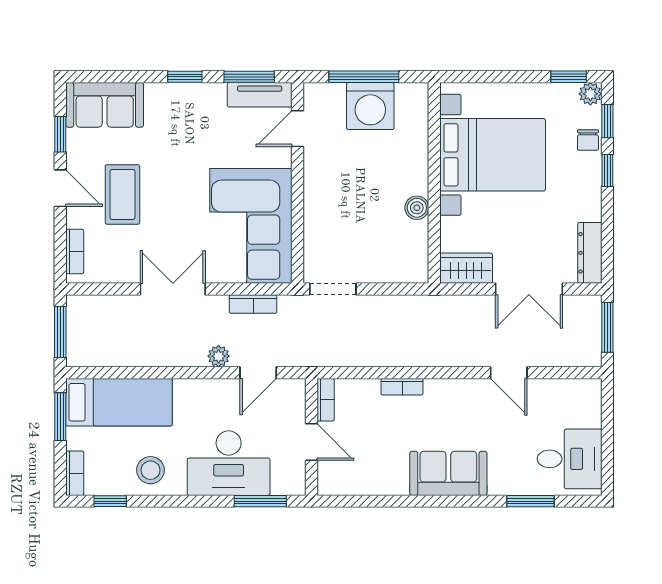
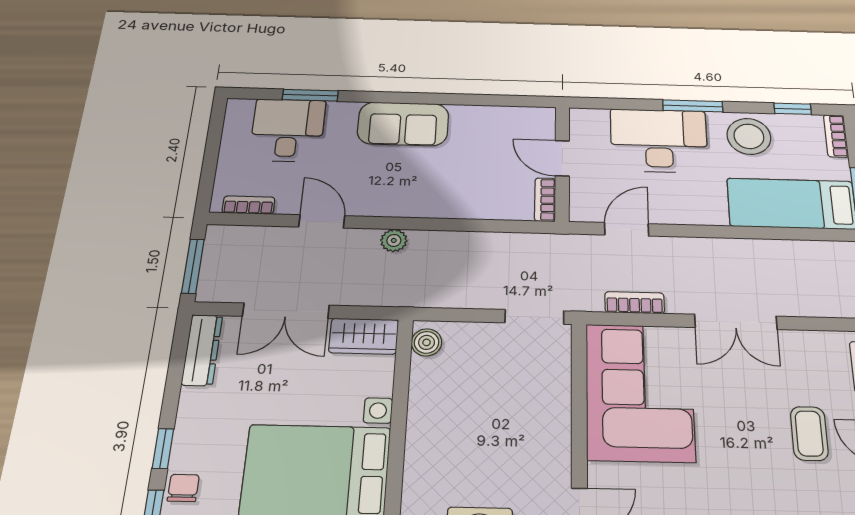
coffee table: (122, 194) -> (809, 433), width x0.73, depth x0.77
boiler: (417, 208) -> (427, 342), moved
double door: (529, 289) -> (286, 311), swing flipped
plant: (219, 356) -> (394, 240), moved
bookcase: (402, 387) -> (249, 205), moved
desk: (570, 459) -> (288, 130), moved, turned 90
stool: (150, 470) -> (749, 136), width x1.38, depth x1.38
window: (260, 501) -> (693, 106), moved

